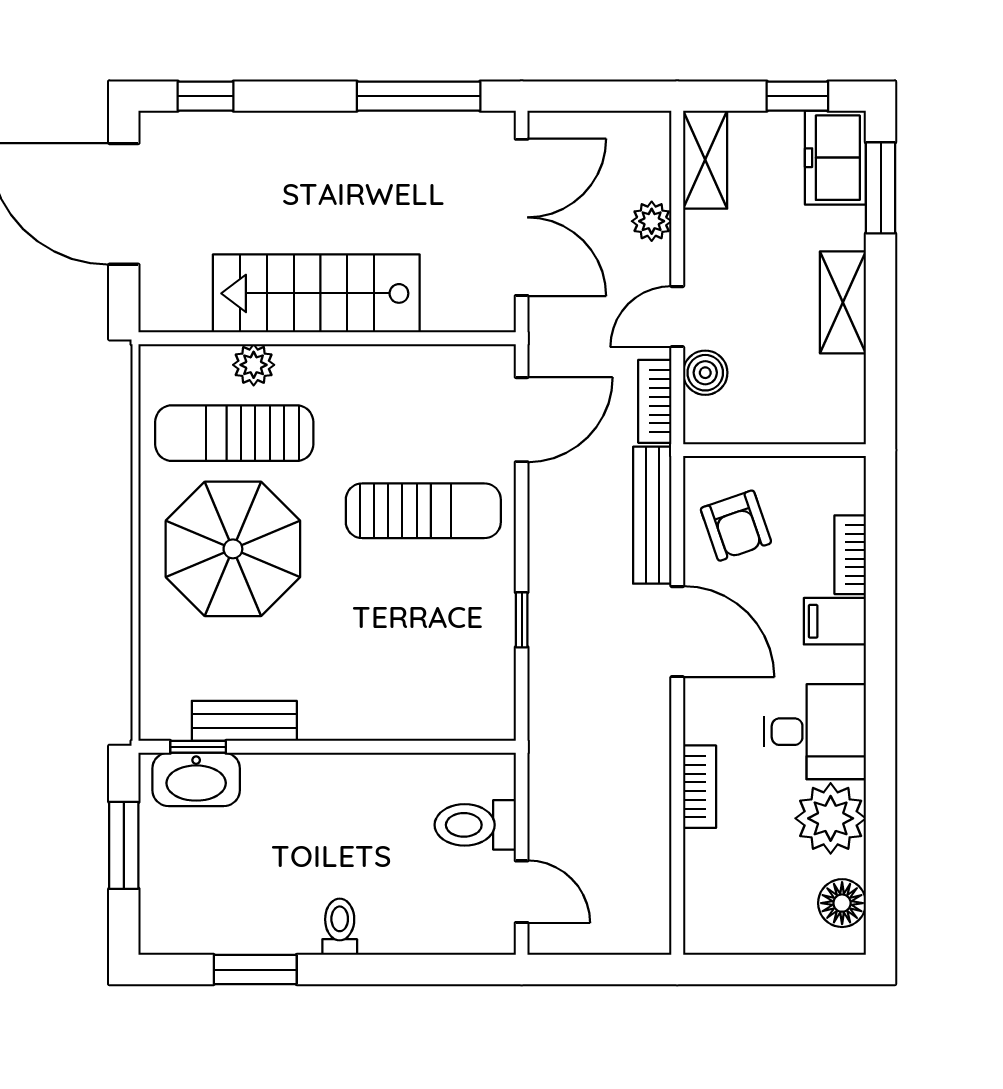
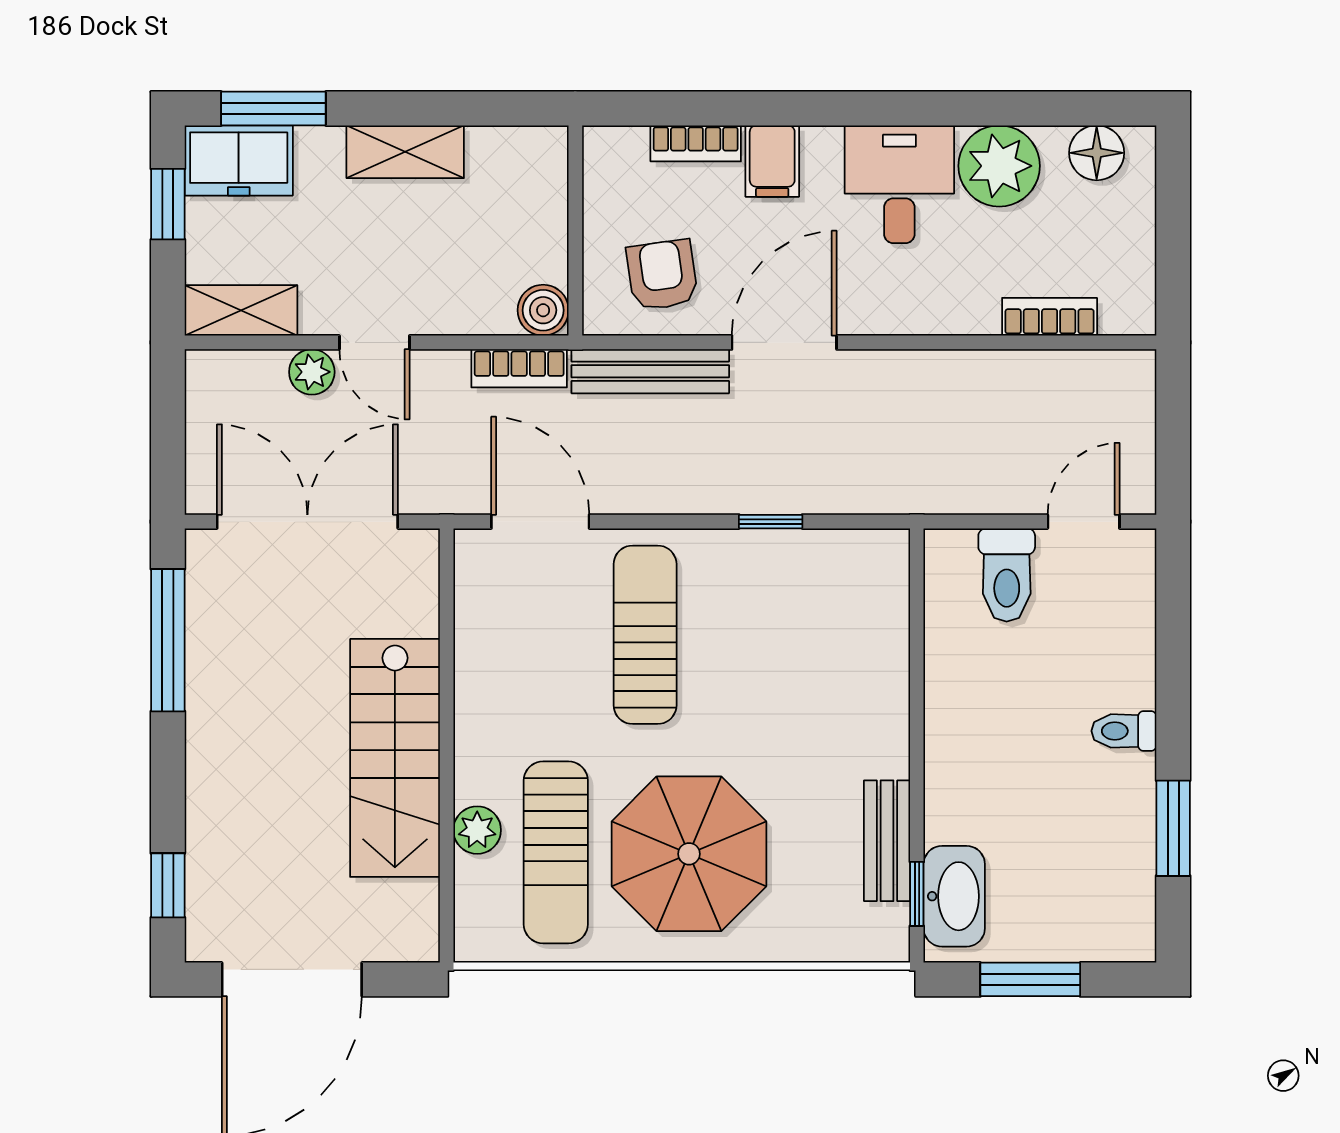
door: (677, 317) -> (374, 342), moved
boiler: (705, 373) -> (543, 310), moved
armchair: (736, 526) -> (662, 275), turned -79
bookcase: (700, 787) -> (1050, 317), moved

